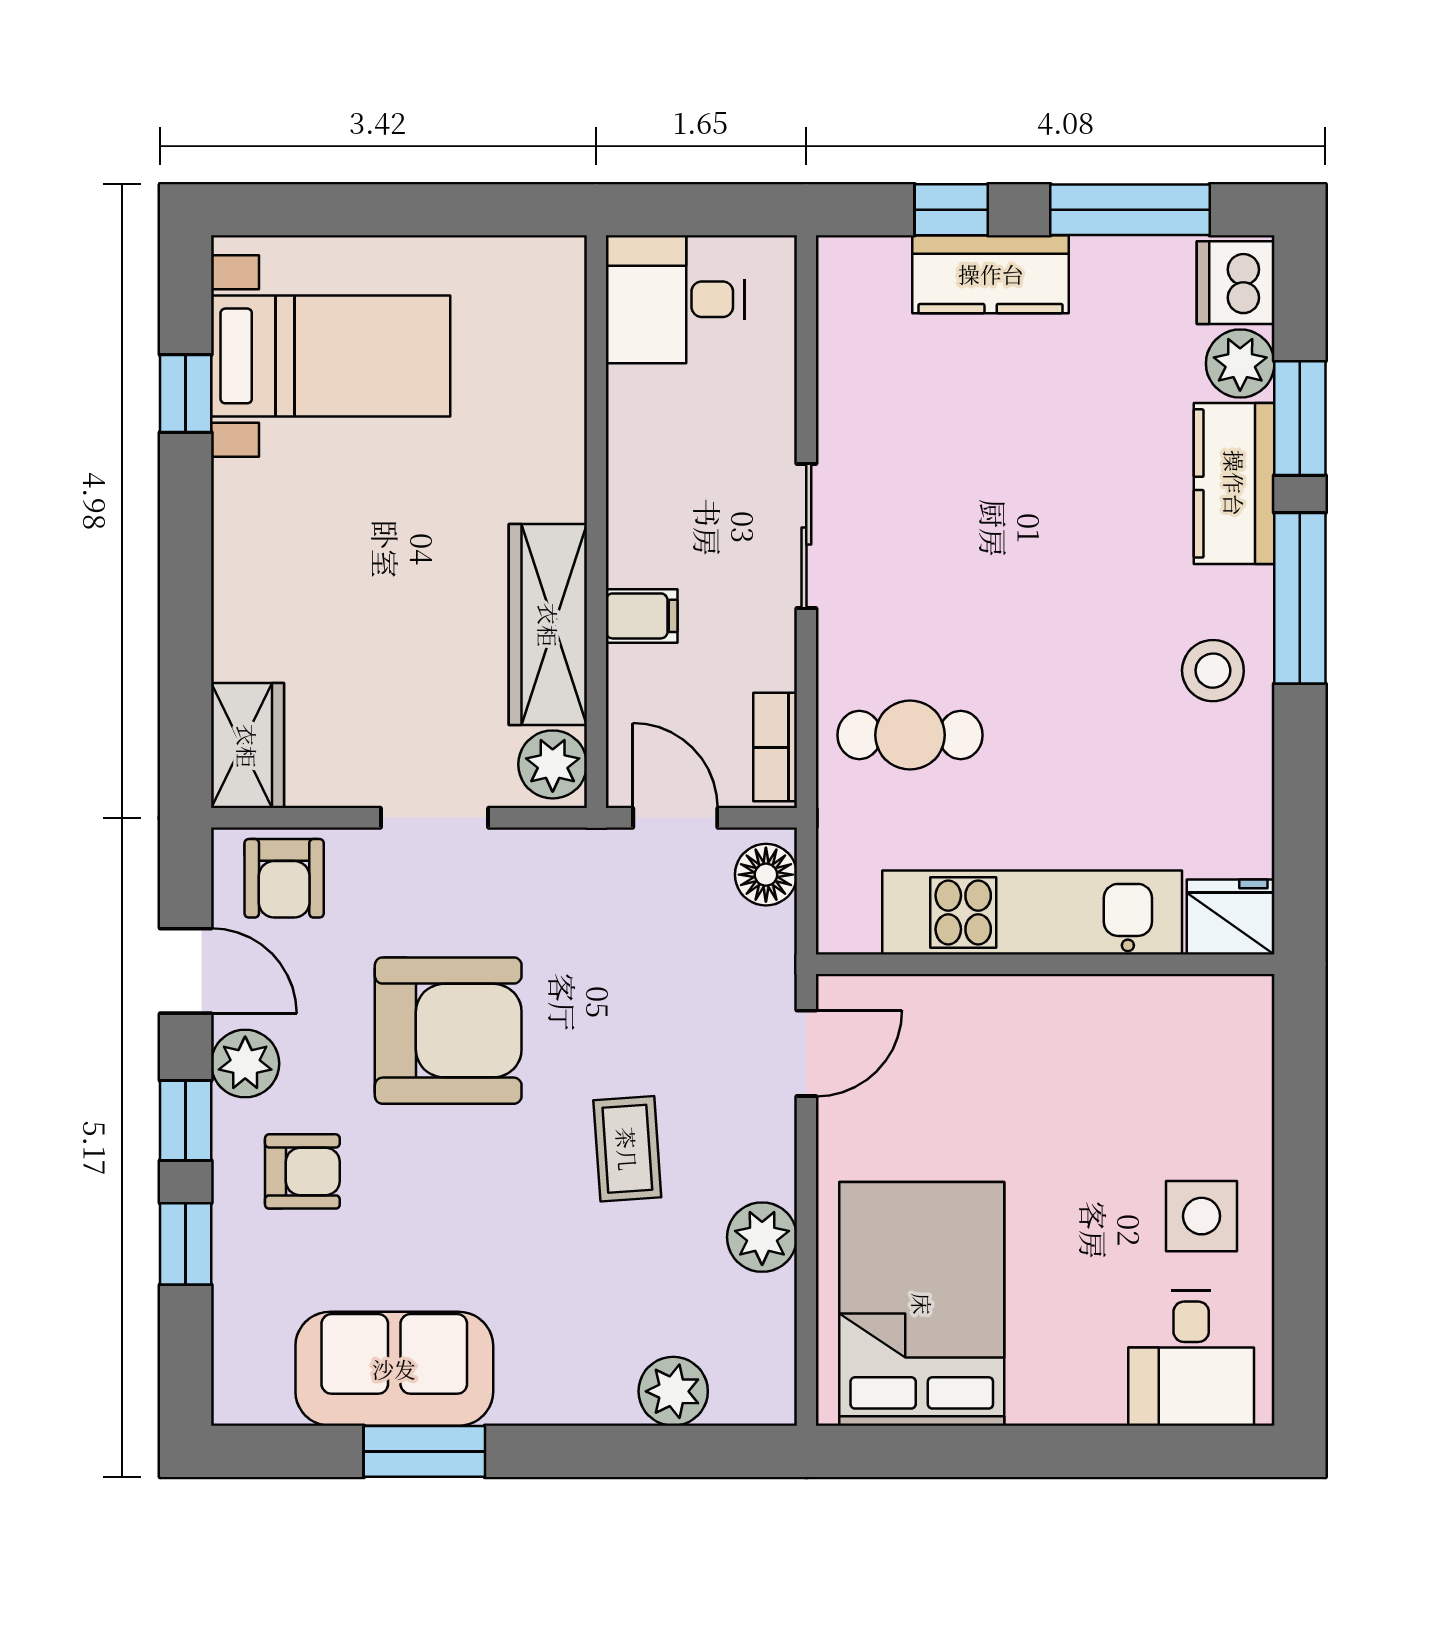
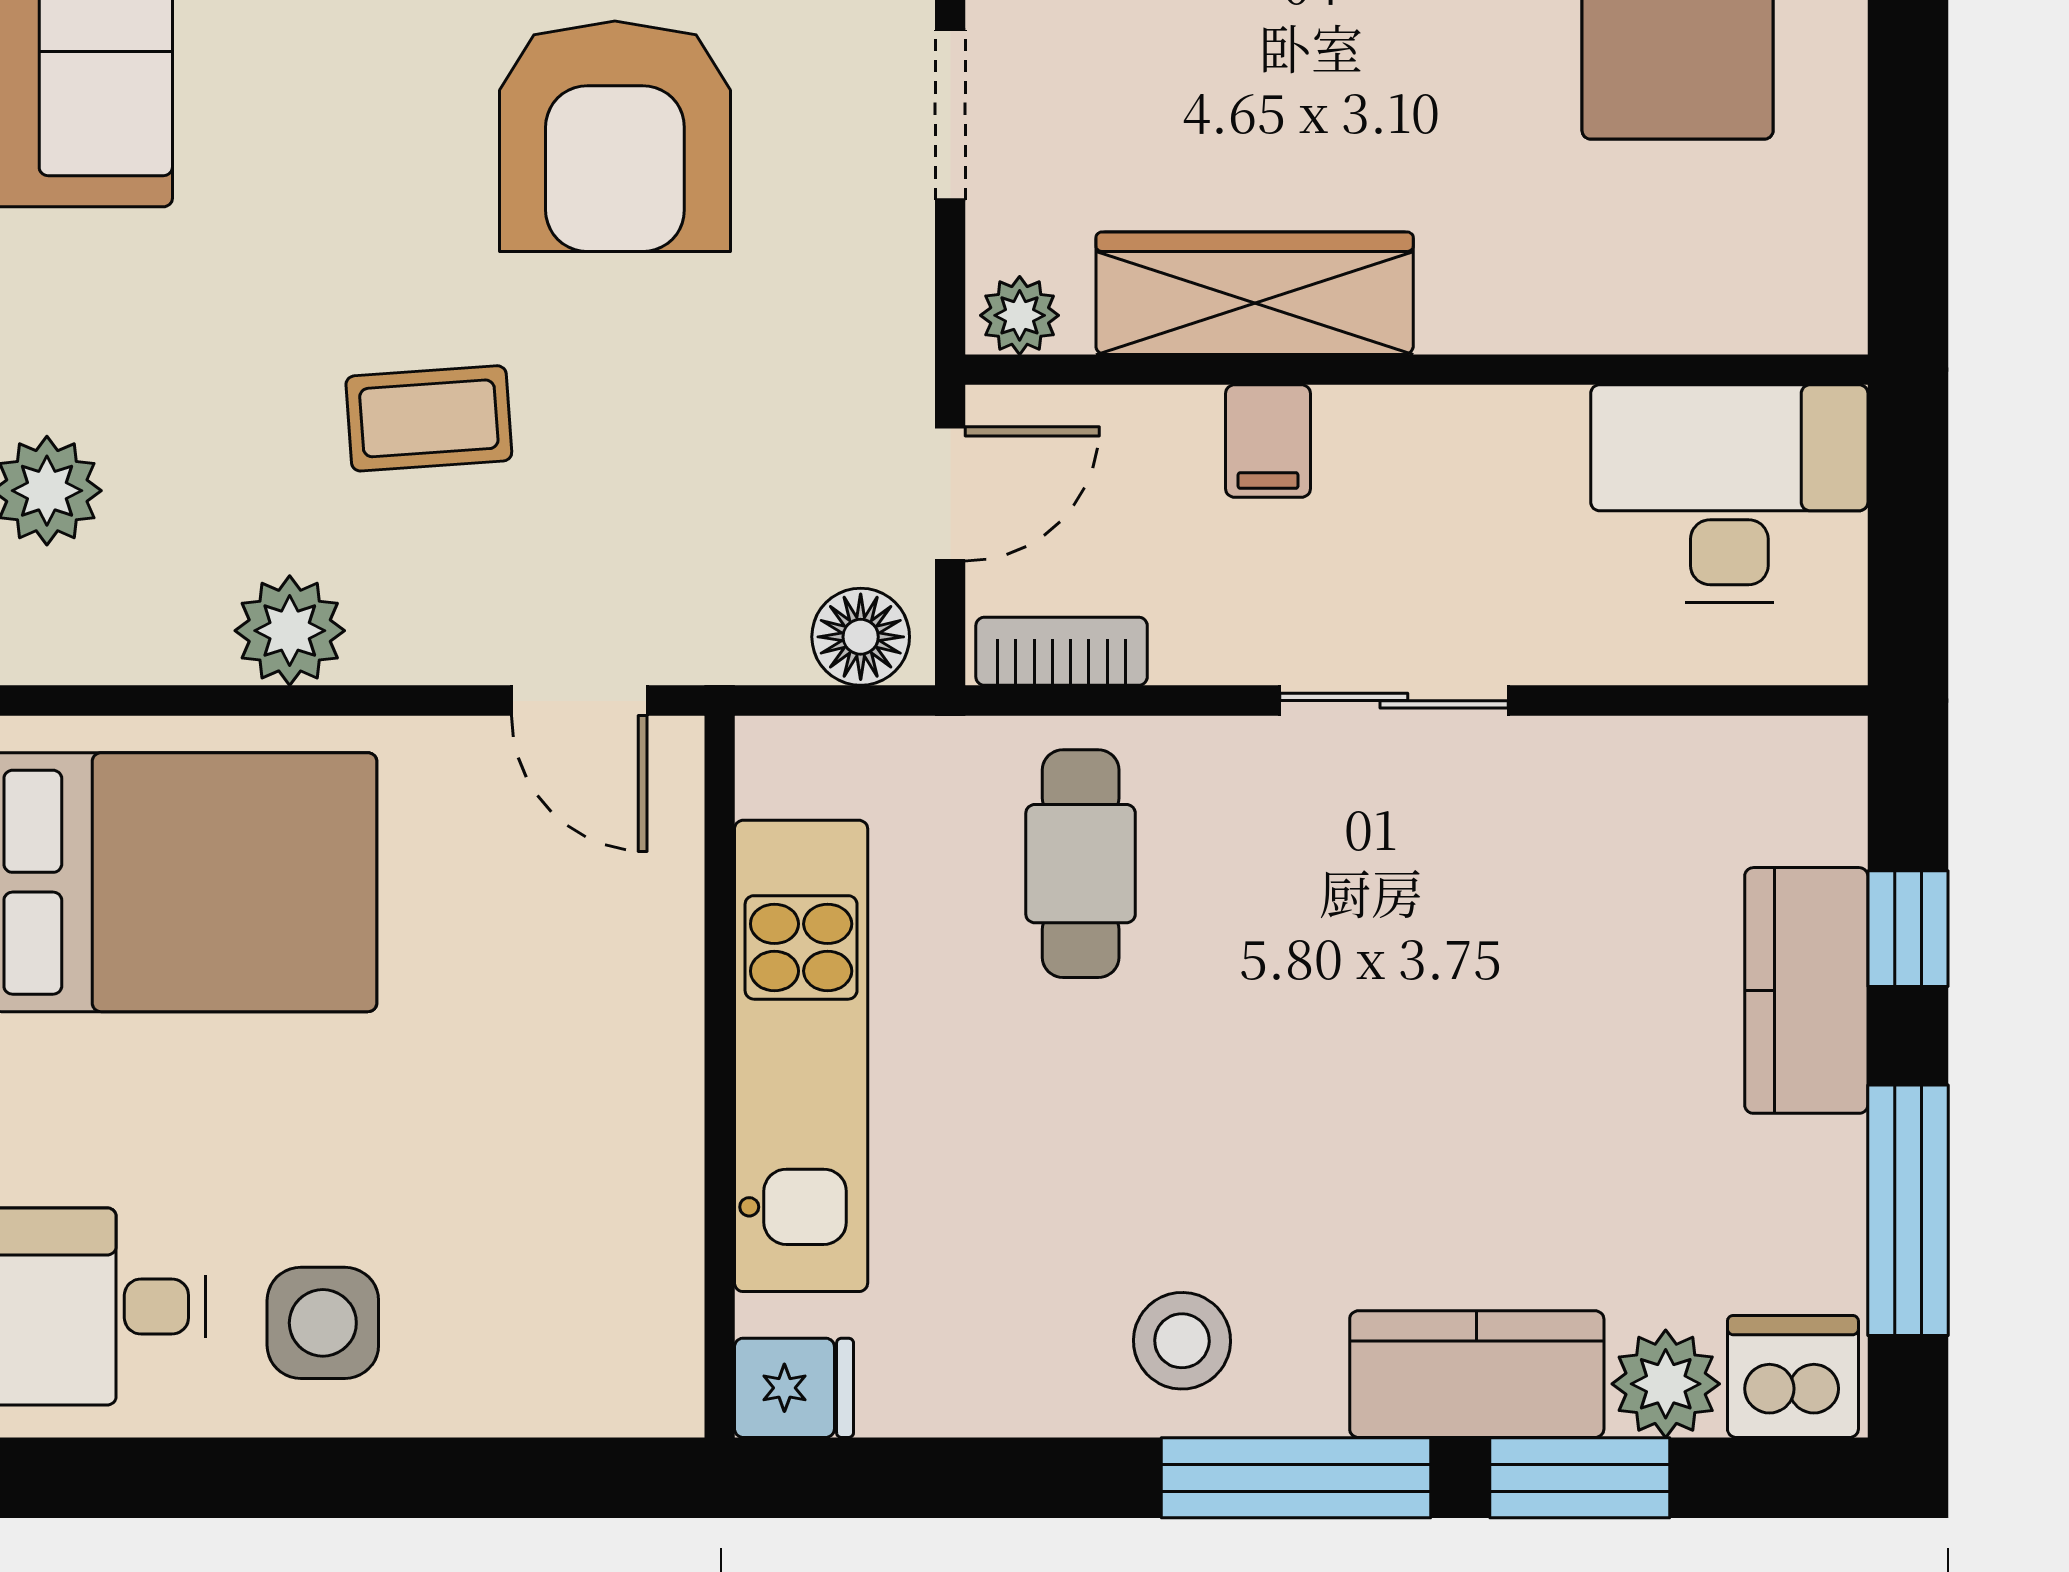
desk: (675, 299) -> (1729, 493), width x1.37
plant: (553, 764) -> (1020, 315), width x0.73, depth x0.73
fridge: (1231, 917) -> (794, 1388), width x0.72

